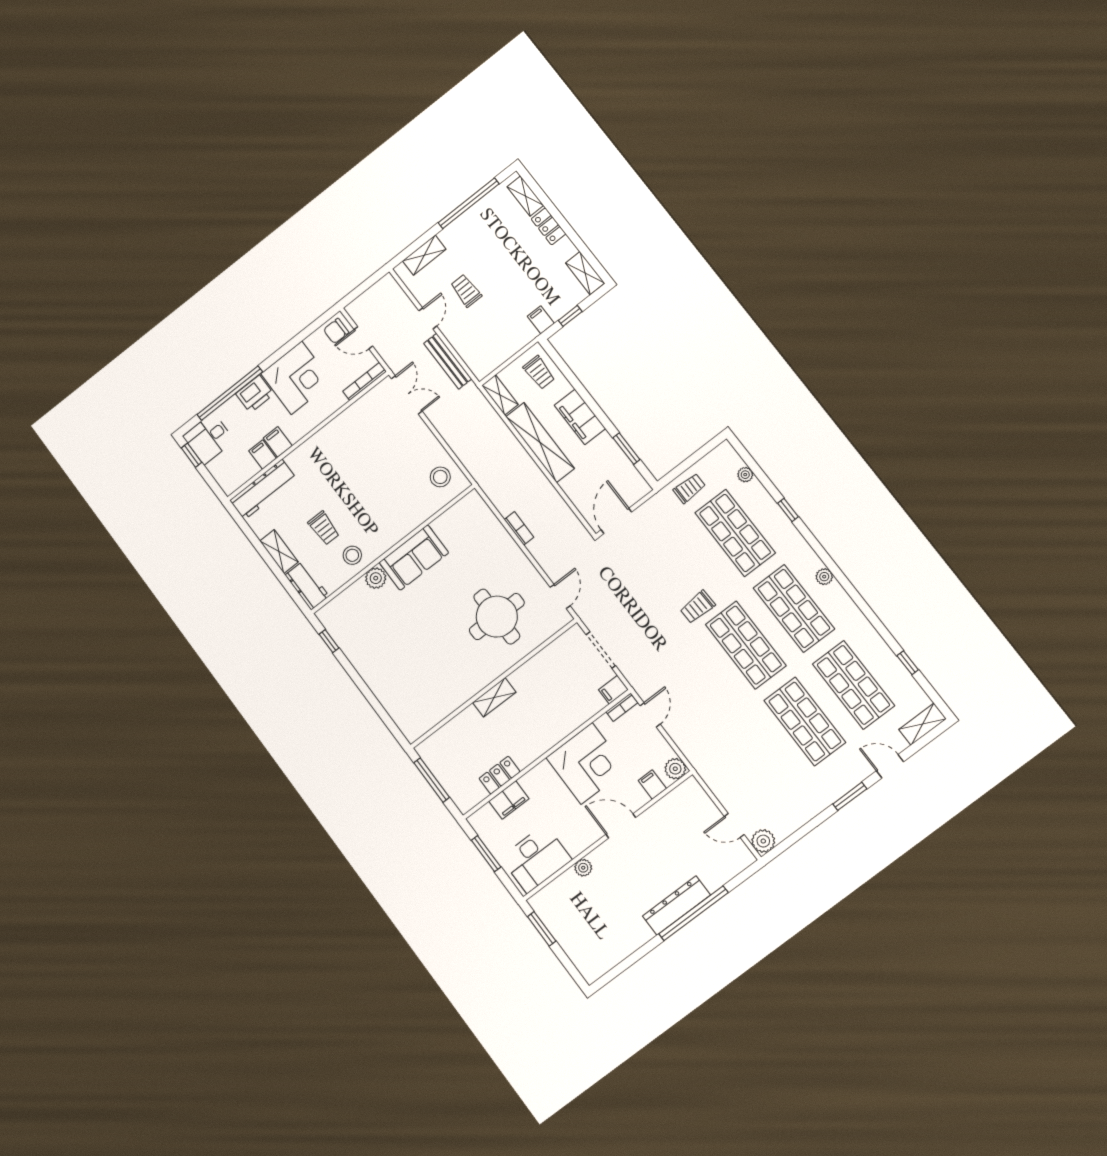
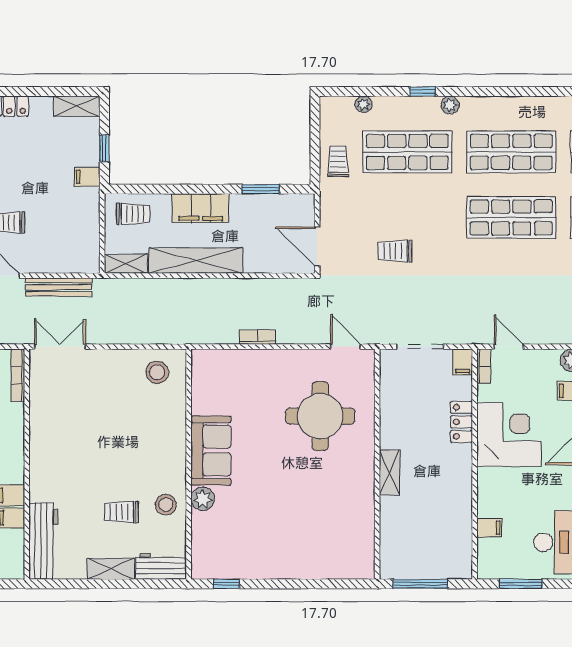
trolley: (324, 528) -> (121, 512), turned 180
plant: (824, 577) -> (450, 105), moved
trolley: (698, 607) -> (395, 251), moved, turned 92
locker: (500, 775) -> (461, 422), moved
filing cabinet: (509, 800) -> (489, 528), width x0.50

